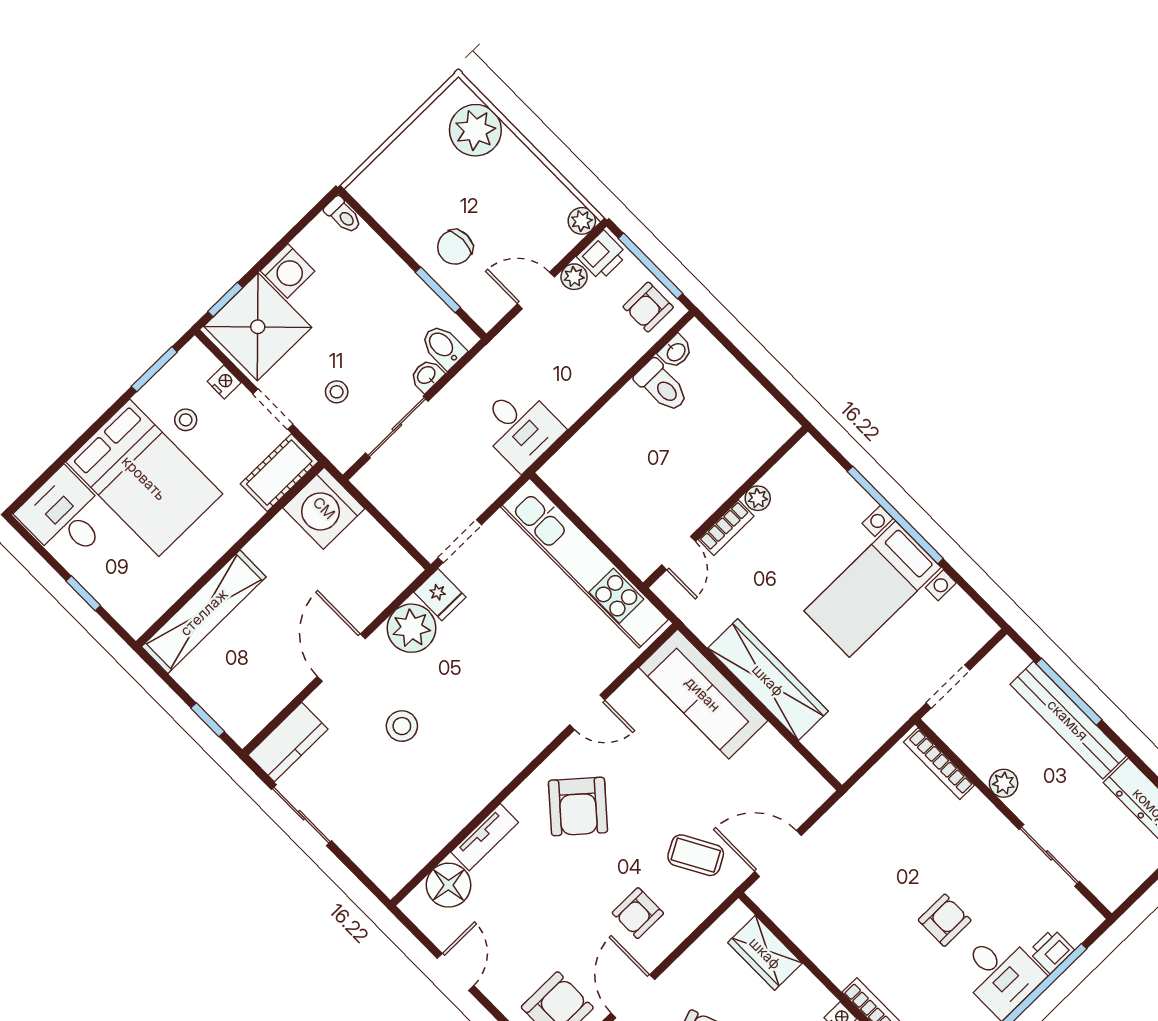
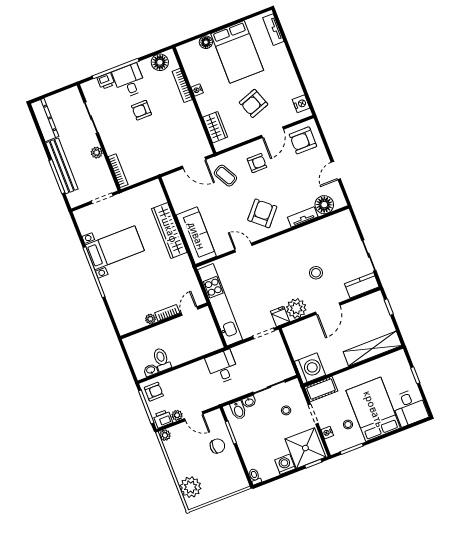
plant: (758, 498) -> (150, 319), moved
wall: (725, 507) -> (164, 321), moved
bookcase: (726, 528) -> (167, 313), moved
door: (679, 553) -> (189, 311), moved

